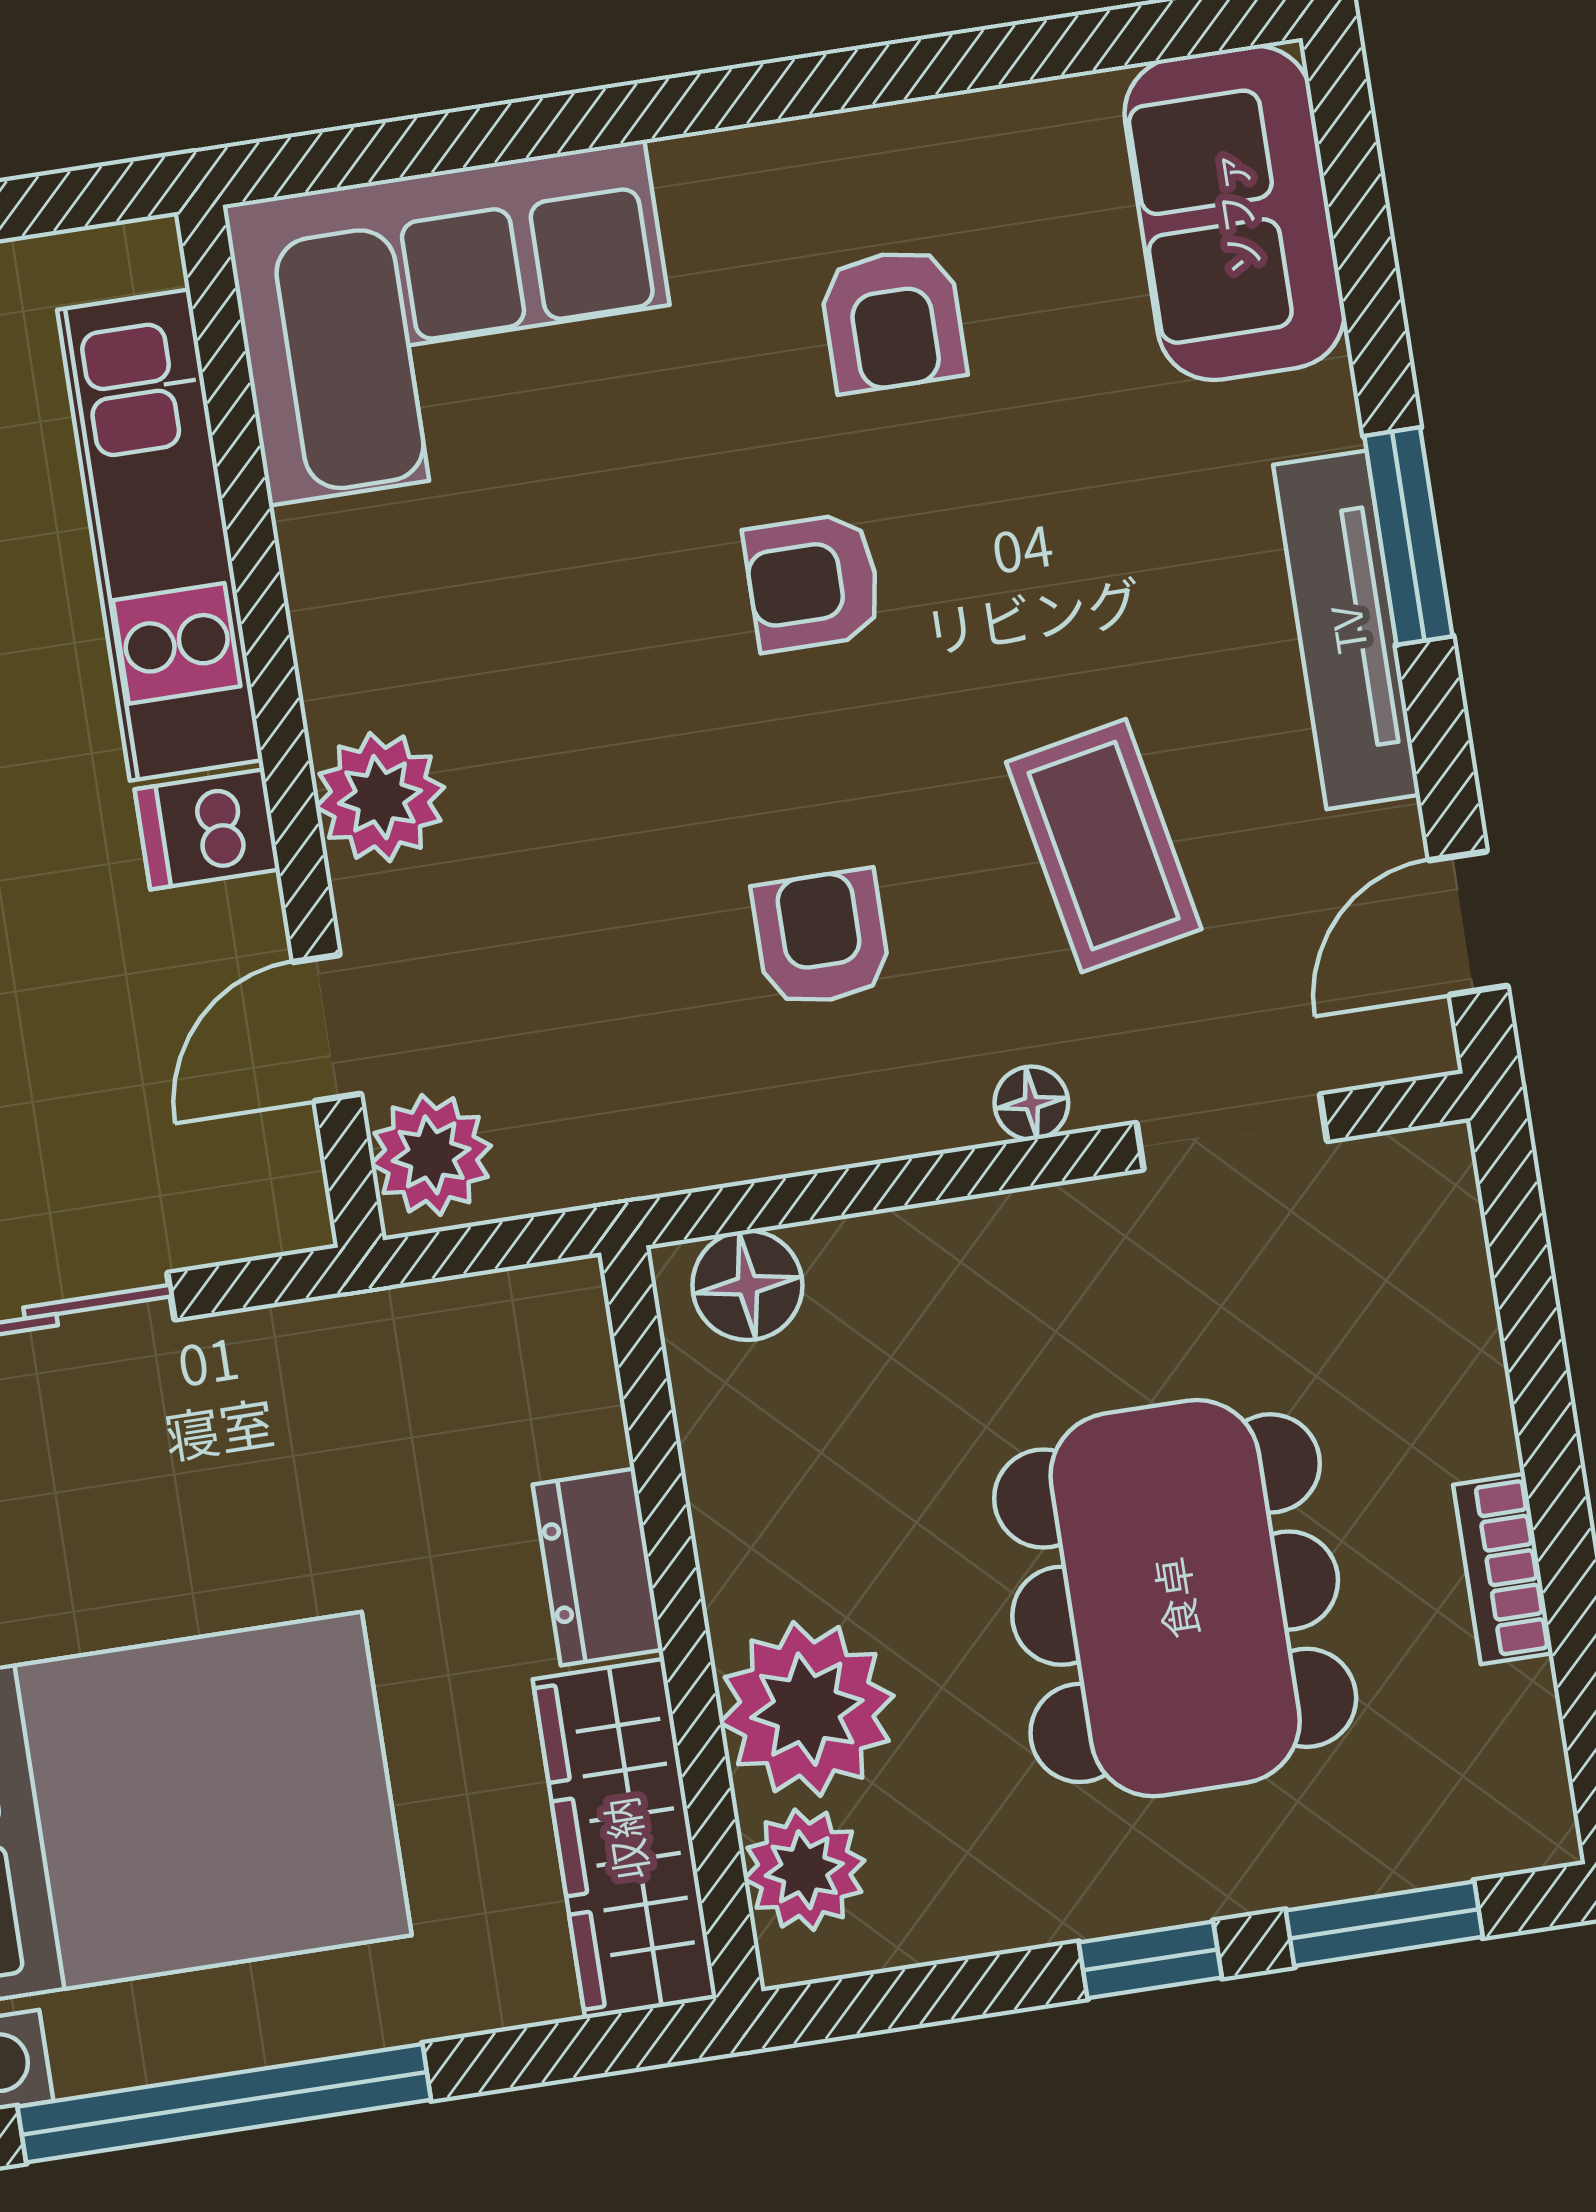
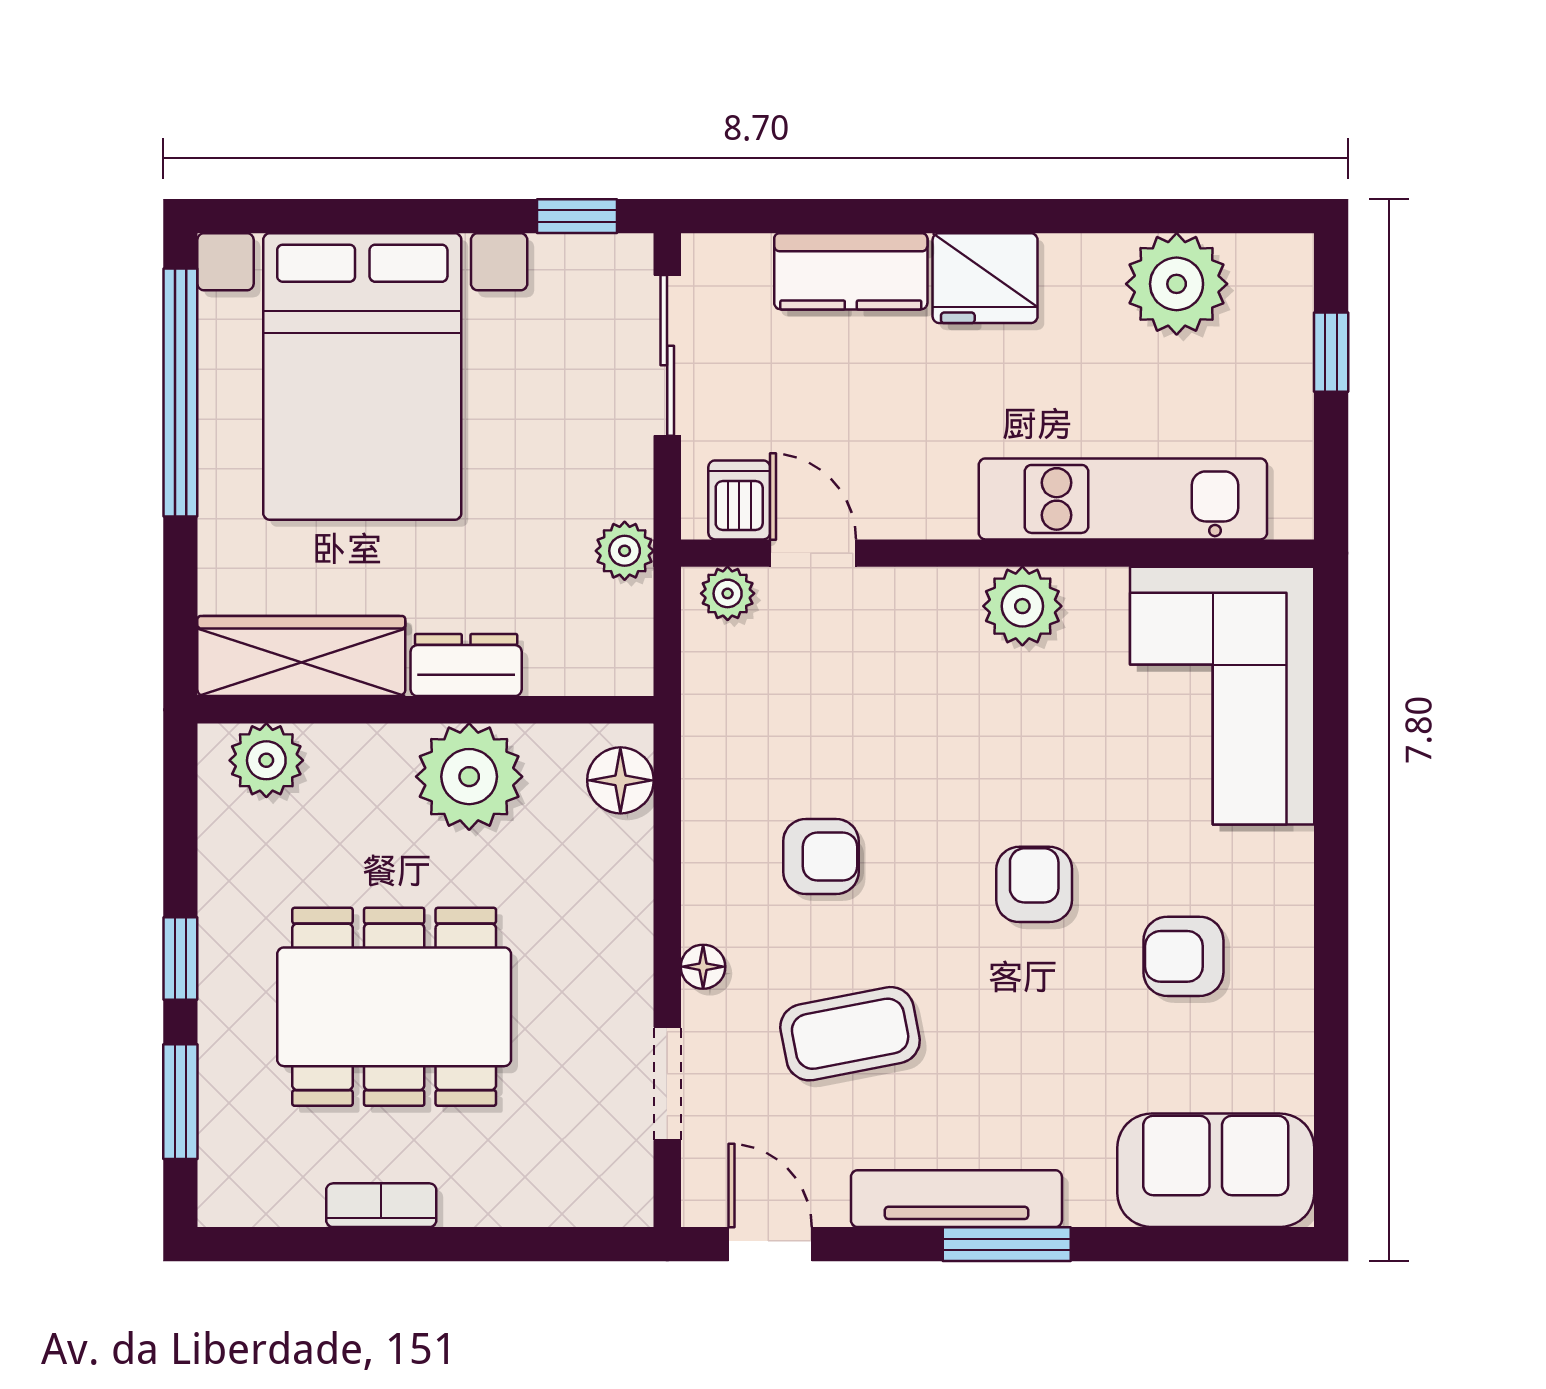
plant: (380, 797) -> (1022, 606), moved
dishwasher: (207, 829) -> (739, 500), moved
plant: (431, 1155) -> (728, 593), width x0.73, depth x0.73
plant: (371, 1337) -> (625, 551), added
plant: (807, 1709) -> (469, 777), moved

